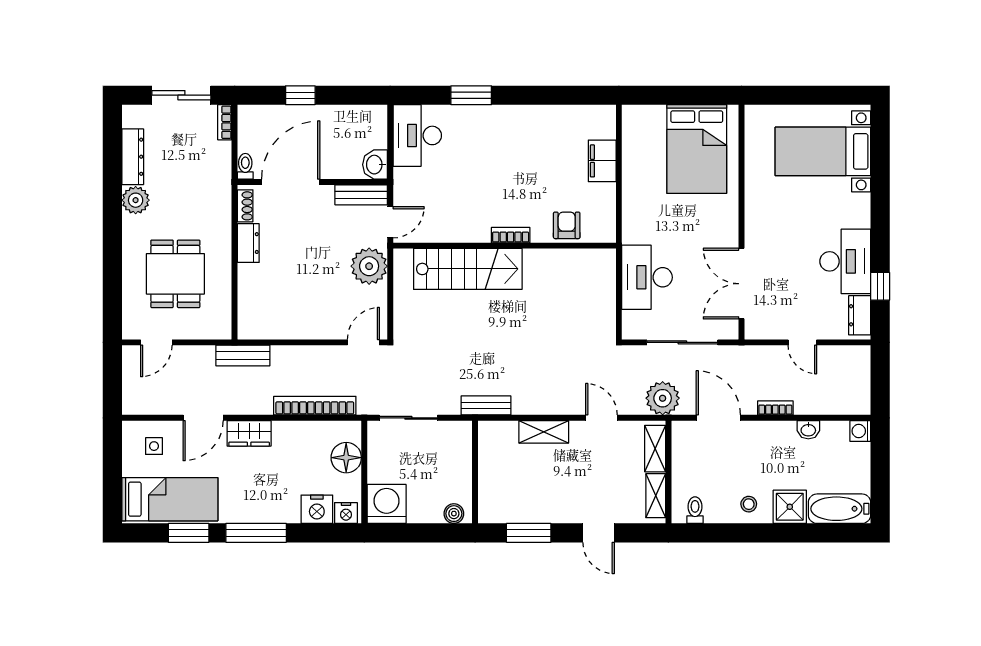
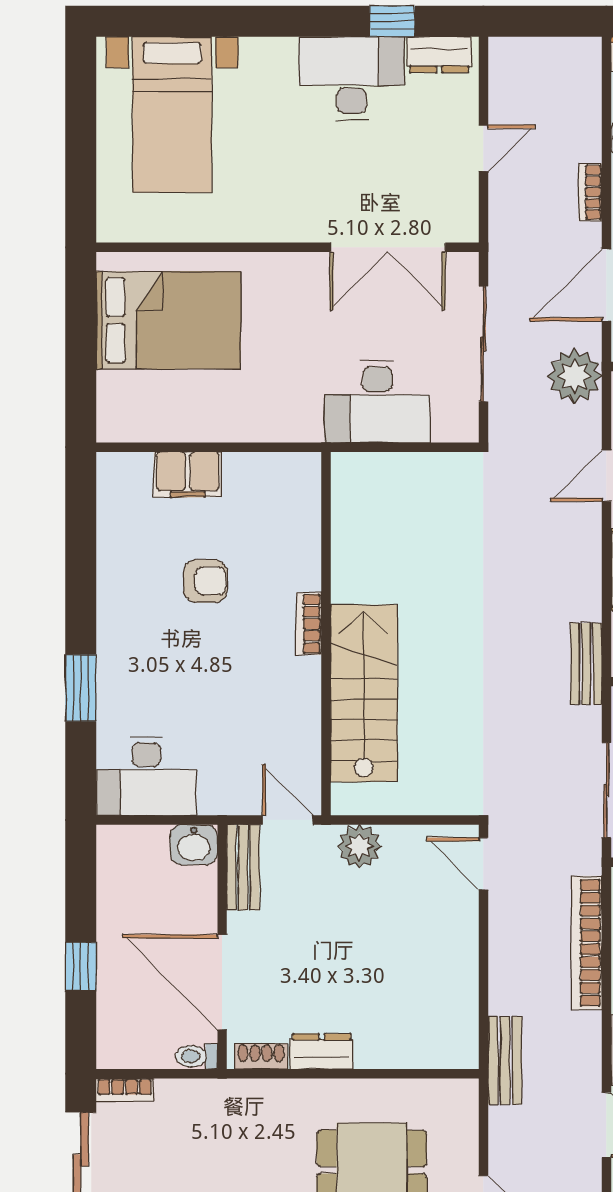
armchair: (567, 225) -> (205, 581), moved, turned 180
plant: (369, 266) -> (359, 846), width x0.73, depth x0.73

